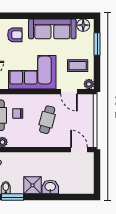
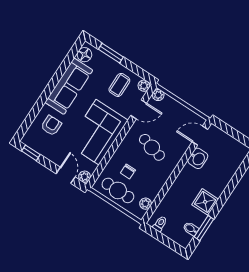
plant: (89, 99) -> (158, 95), added
washbasin: (50, 187) -> (198, 158), moved, turned 180

